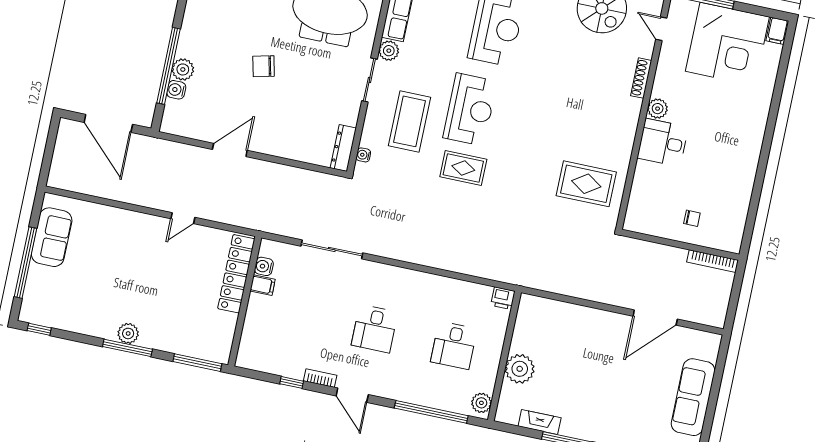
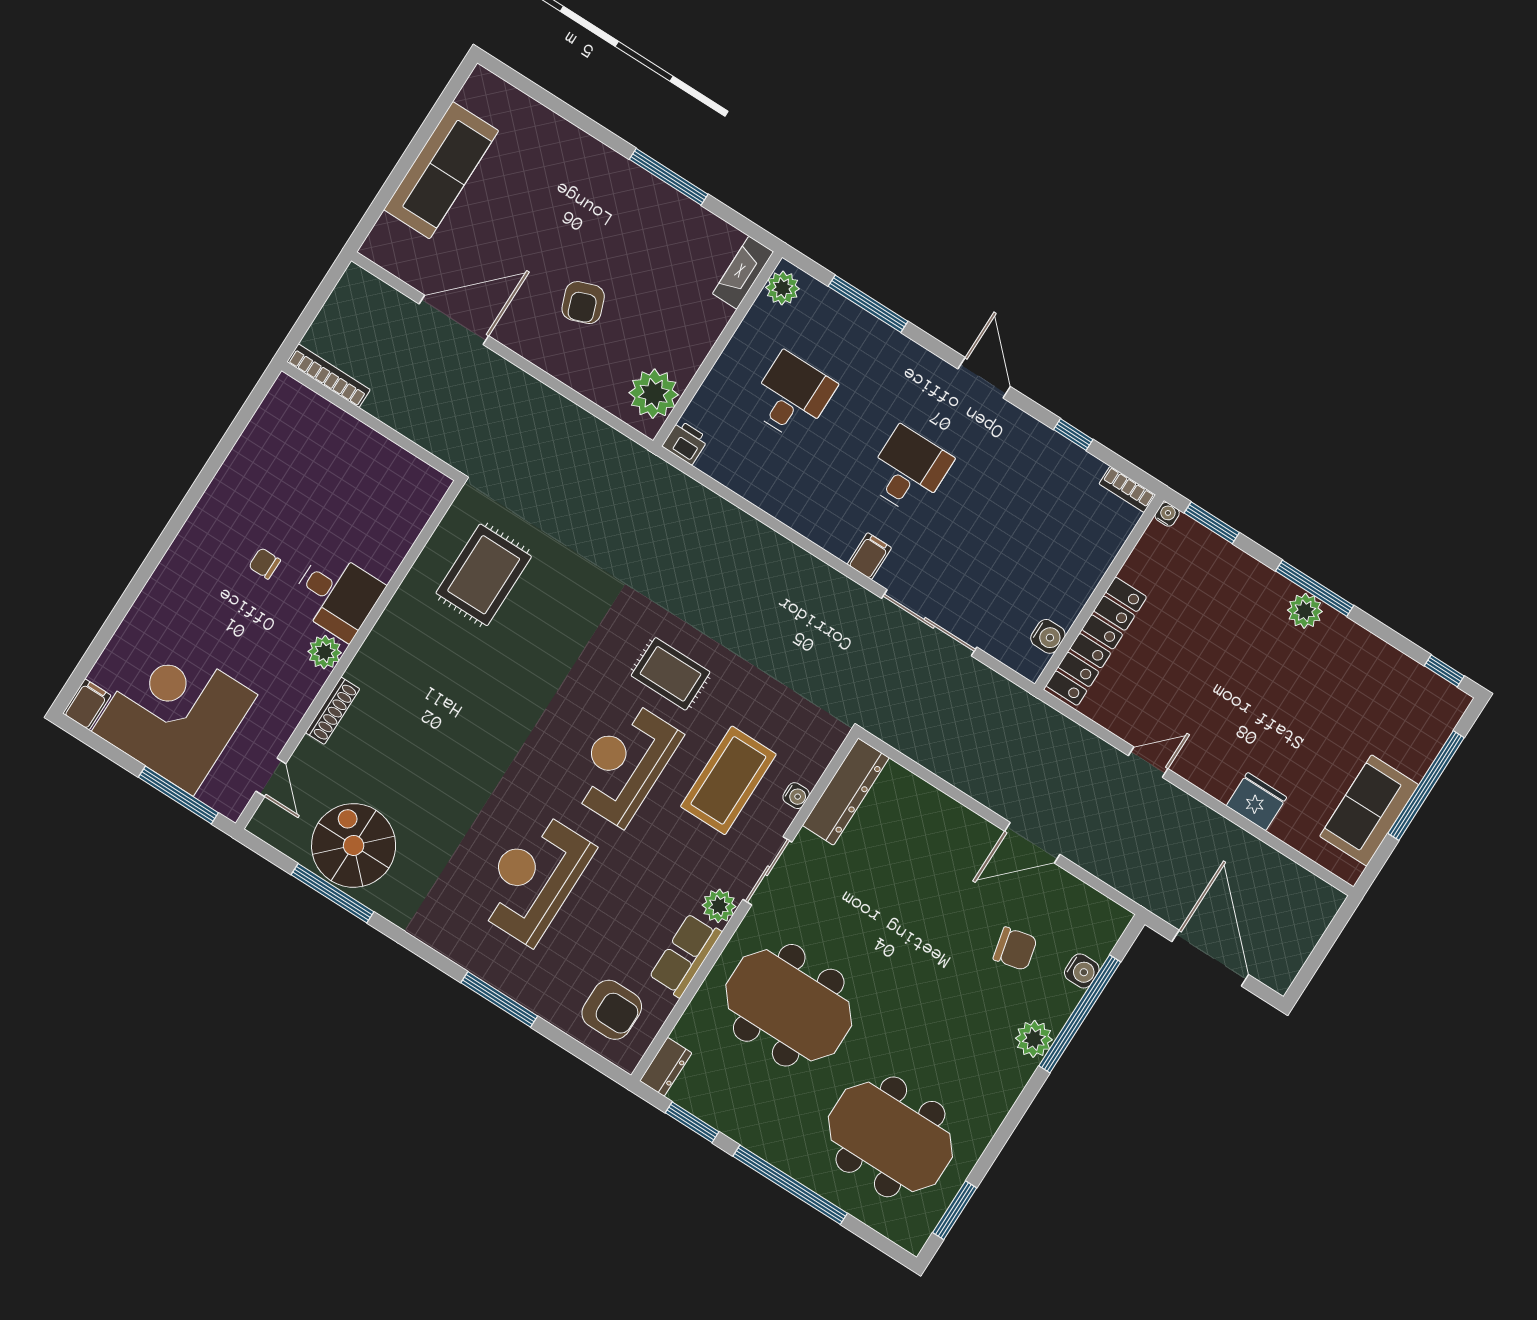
chair: (264, 66) -> (1015, 949), moved
plant: (183, 69) -> (1034, 1039), moved
dresser: (343, 148) -> (846, 792), width x1.37, depth x1.24
water cooler: (363, 155) -> (796, 796), moved
rug: (586, 184) -> (484, 575), turned 90
chair: (692, 218) -> (265, 563), moved
fridge: (115, 219) -> (1256, 802), added
filing cabinet: (263, 285) -> (869, 556), moved, turned 90
armchair: (588, 354) -> (583, 303), added
water cooler: (224, 358) -> (1167, 514), added
window: (197, 363) -> (1212, 523), width x0.69
plant: (520, 369) -> (654, 394), moved
bookcase: (320, 378) -> (1127, 489), moved
window: (431, 412) -> (868, 304), width x0.68
fireplace: (540, 422) -> (743, 273), moved, turned 90

